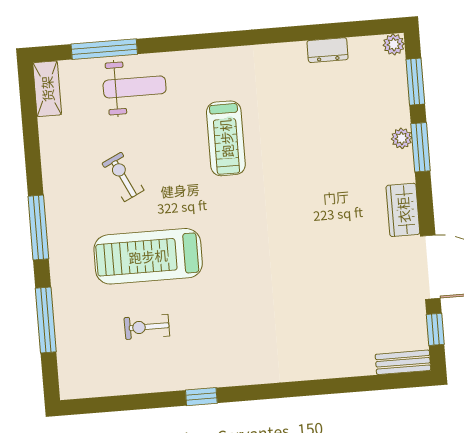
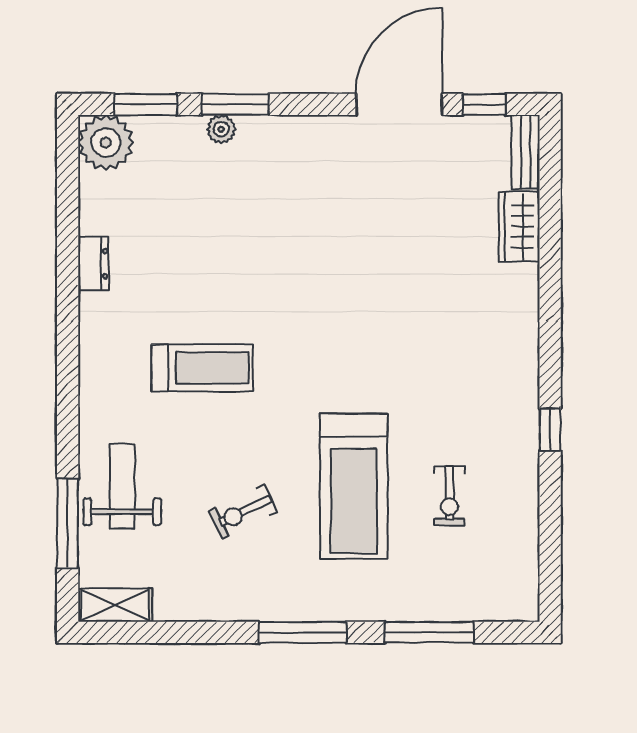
plant: (394, 44) -> (106, 143), width x1.87, depth x1.87
dresser: (328, 50) -> (93, 264), moved
wardrobe: (403, 210) -> (519, 227), moved, turned 90

